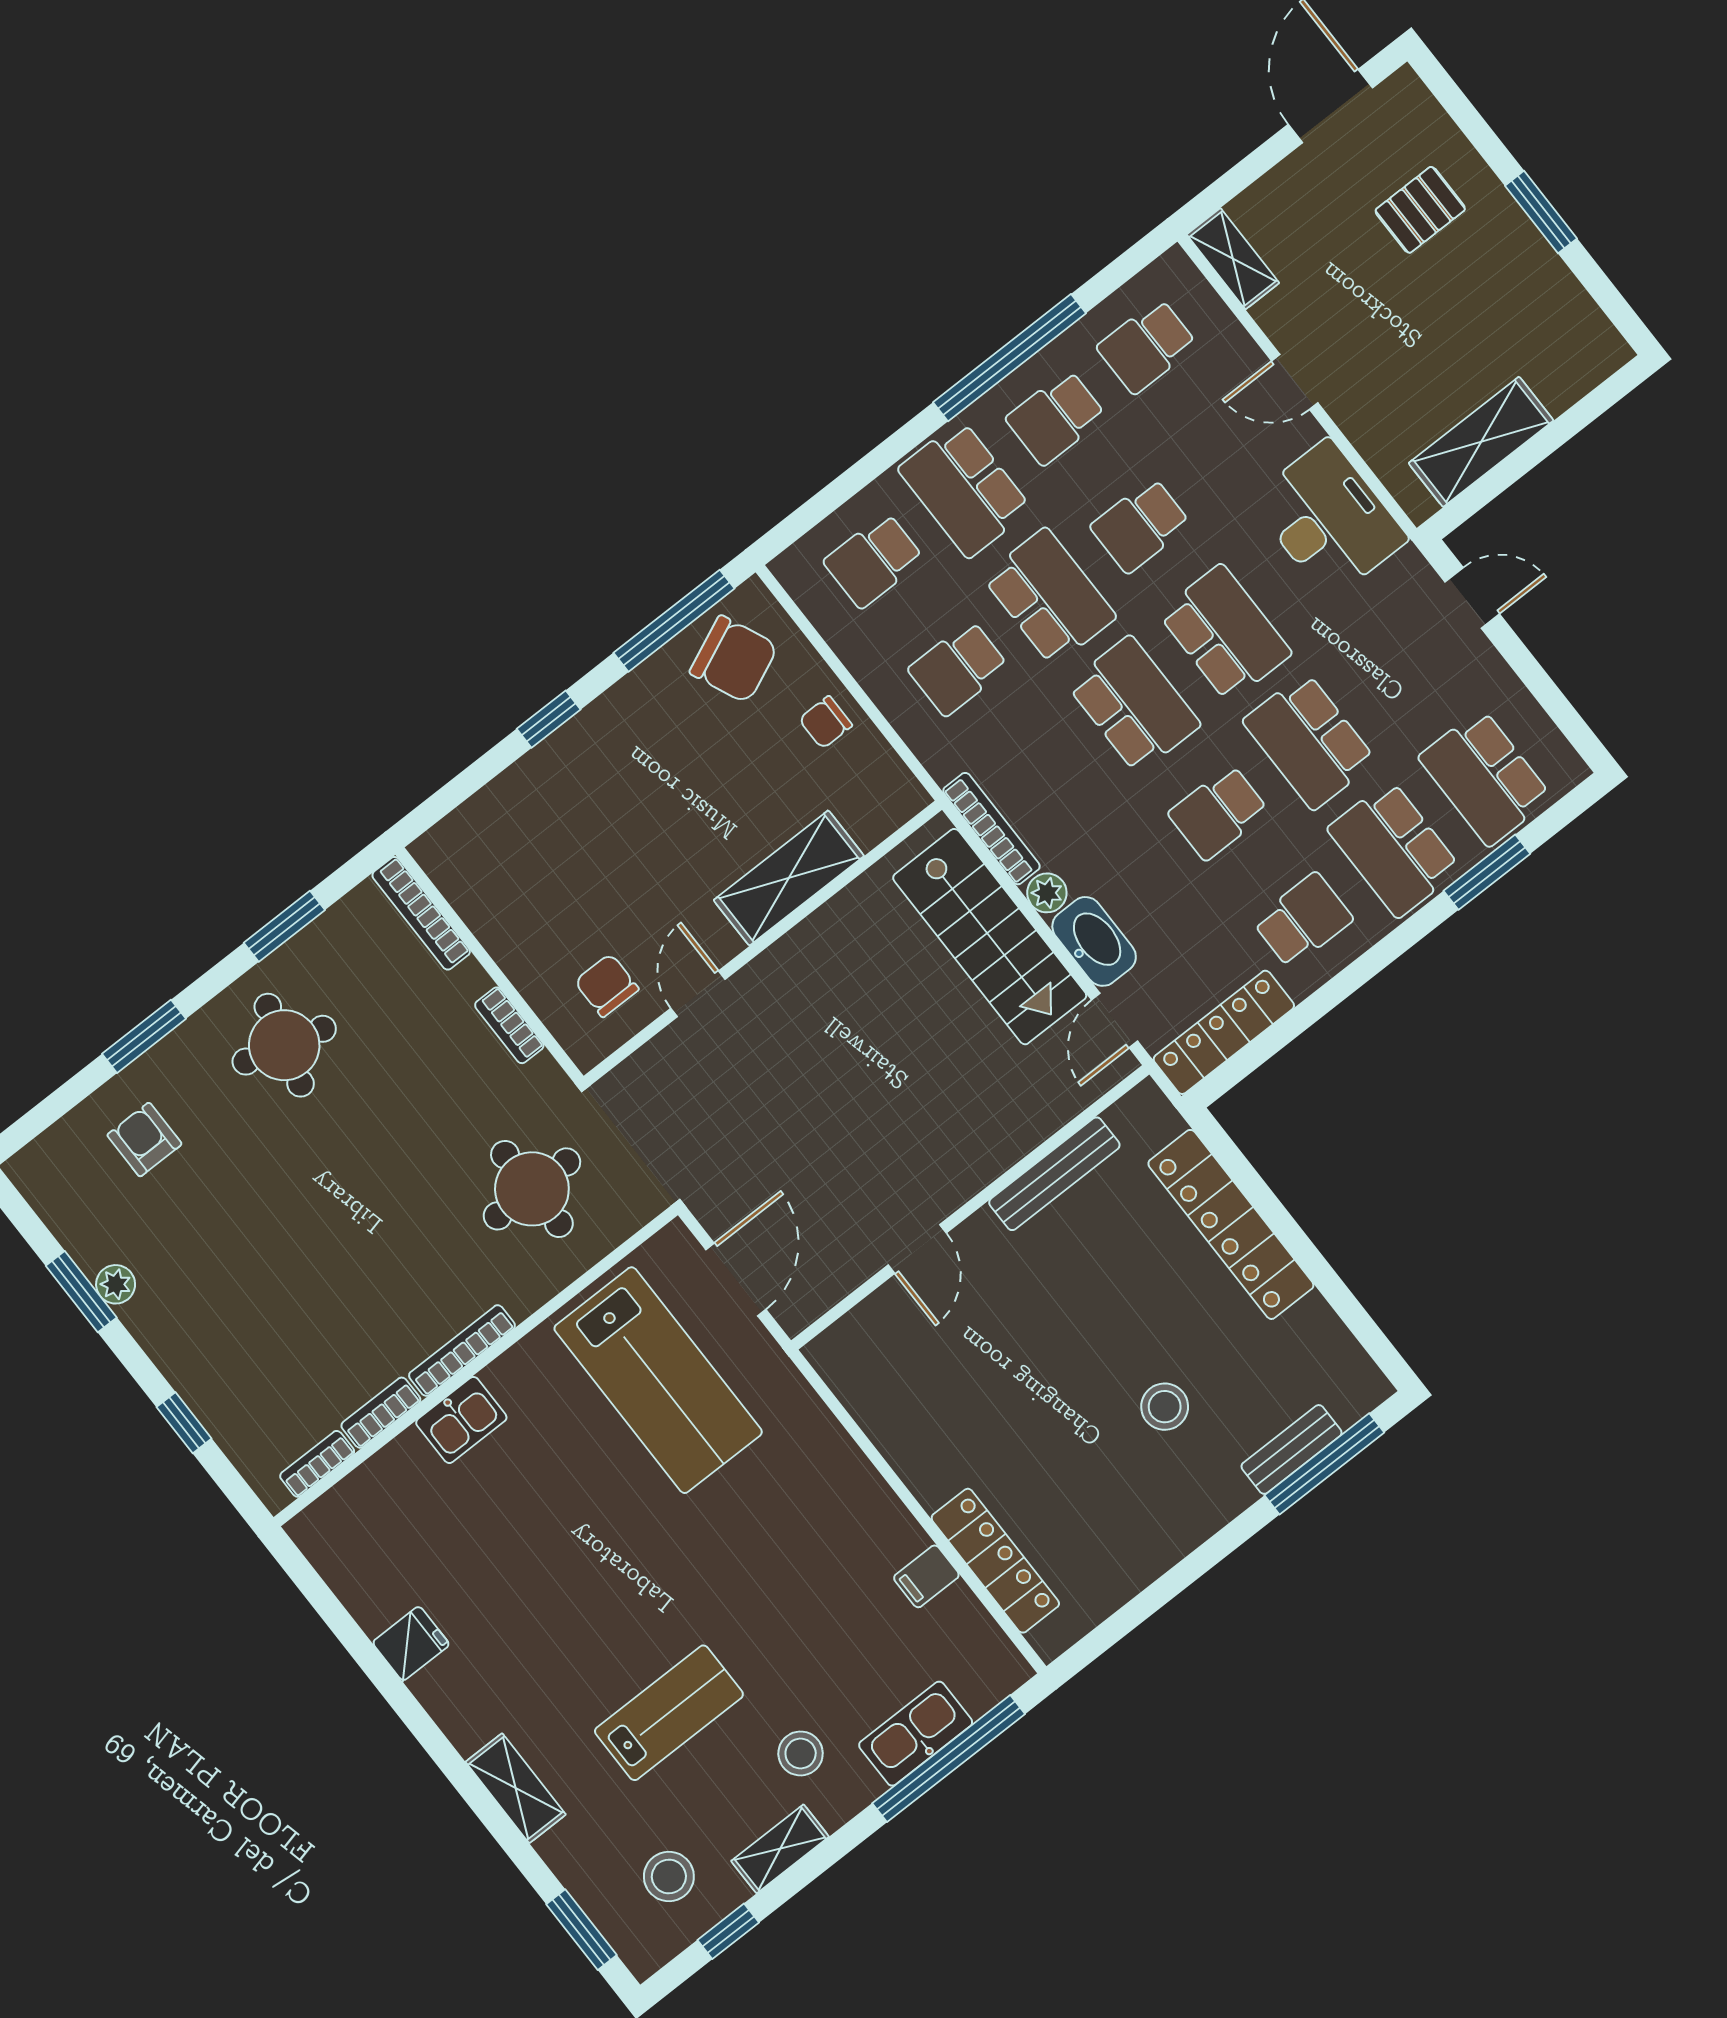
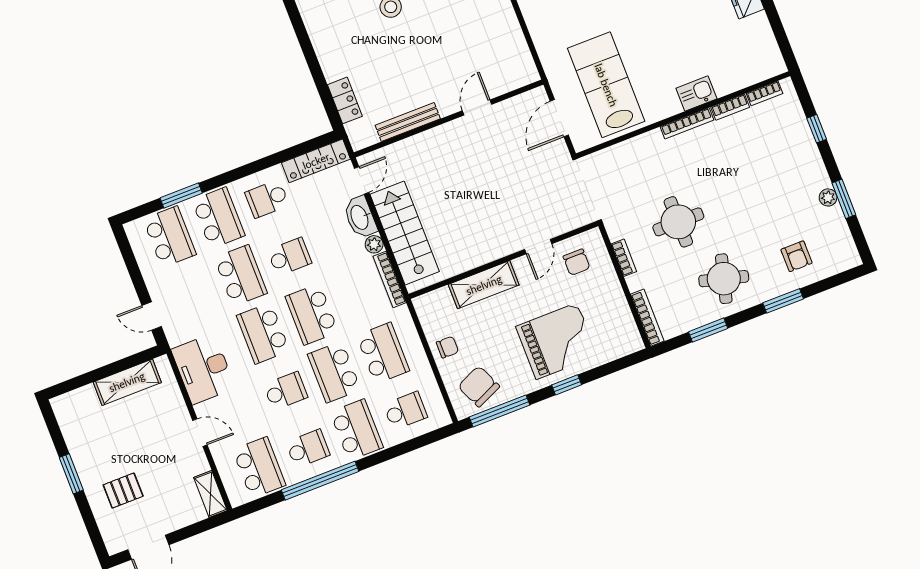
school desk: (1147, 346) -> (259, 467), width x1.85
school desk: (958, 668) -> (383, 353), width x1.85
grand piano: (598, 805) -> (557, 341), added
round table: (532, 1189) -> (678, 222), moved
locker: (1231, 1224) -> (345, 100), width x0.46, depth x0.83

